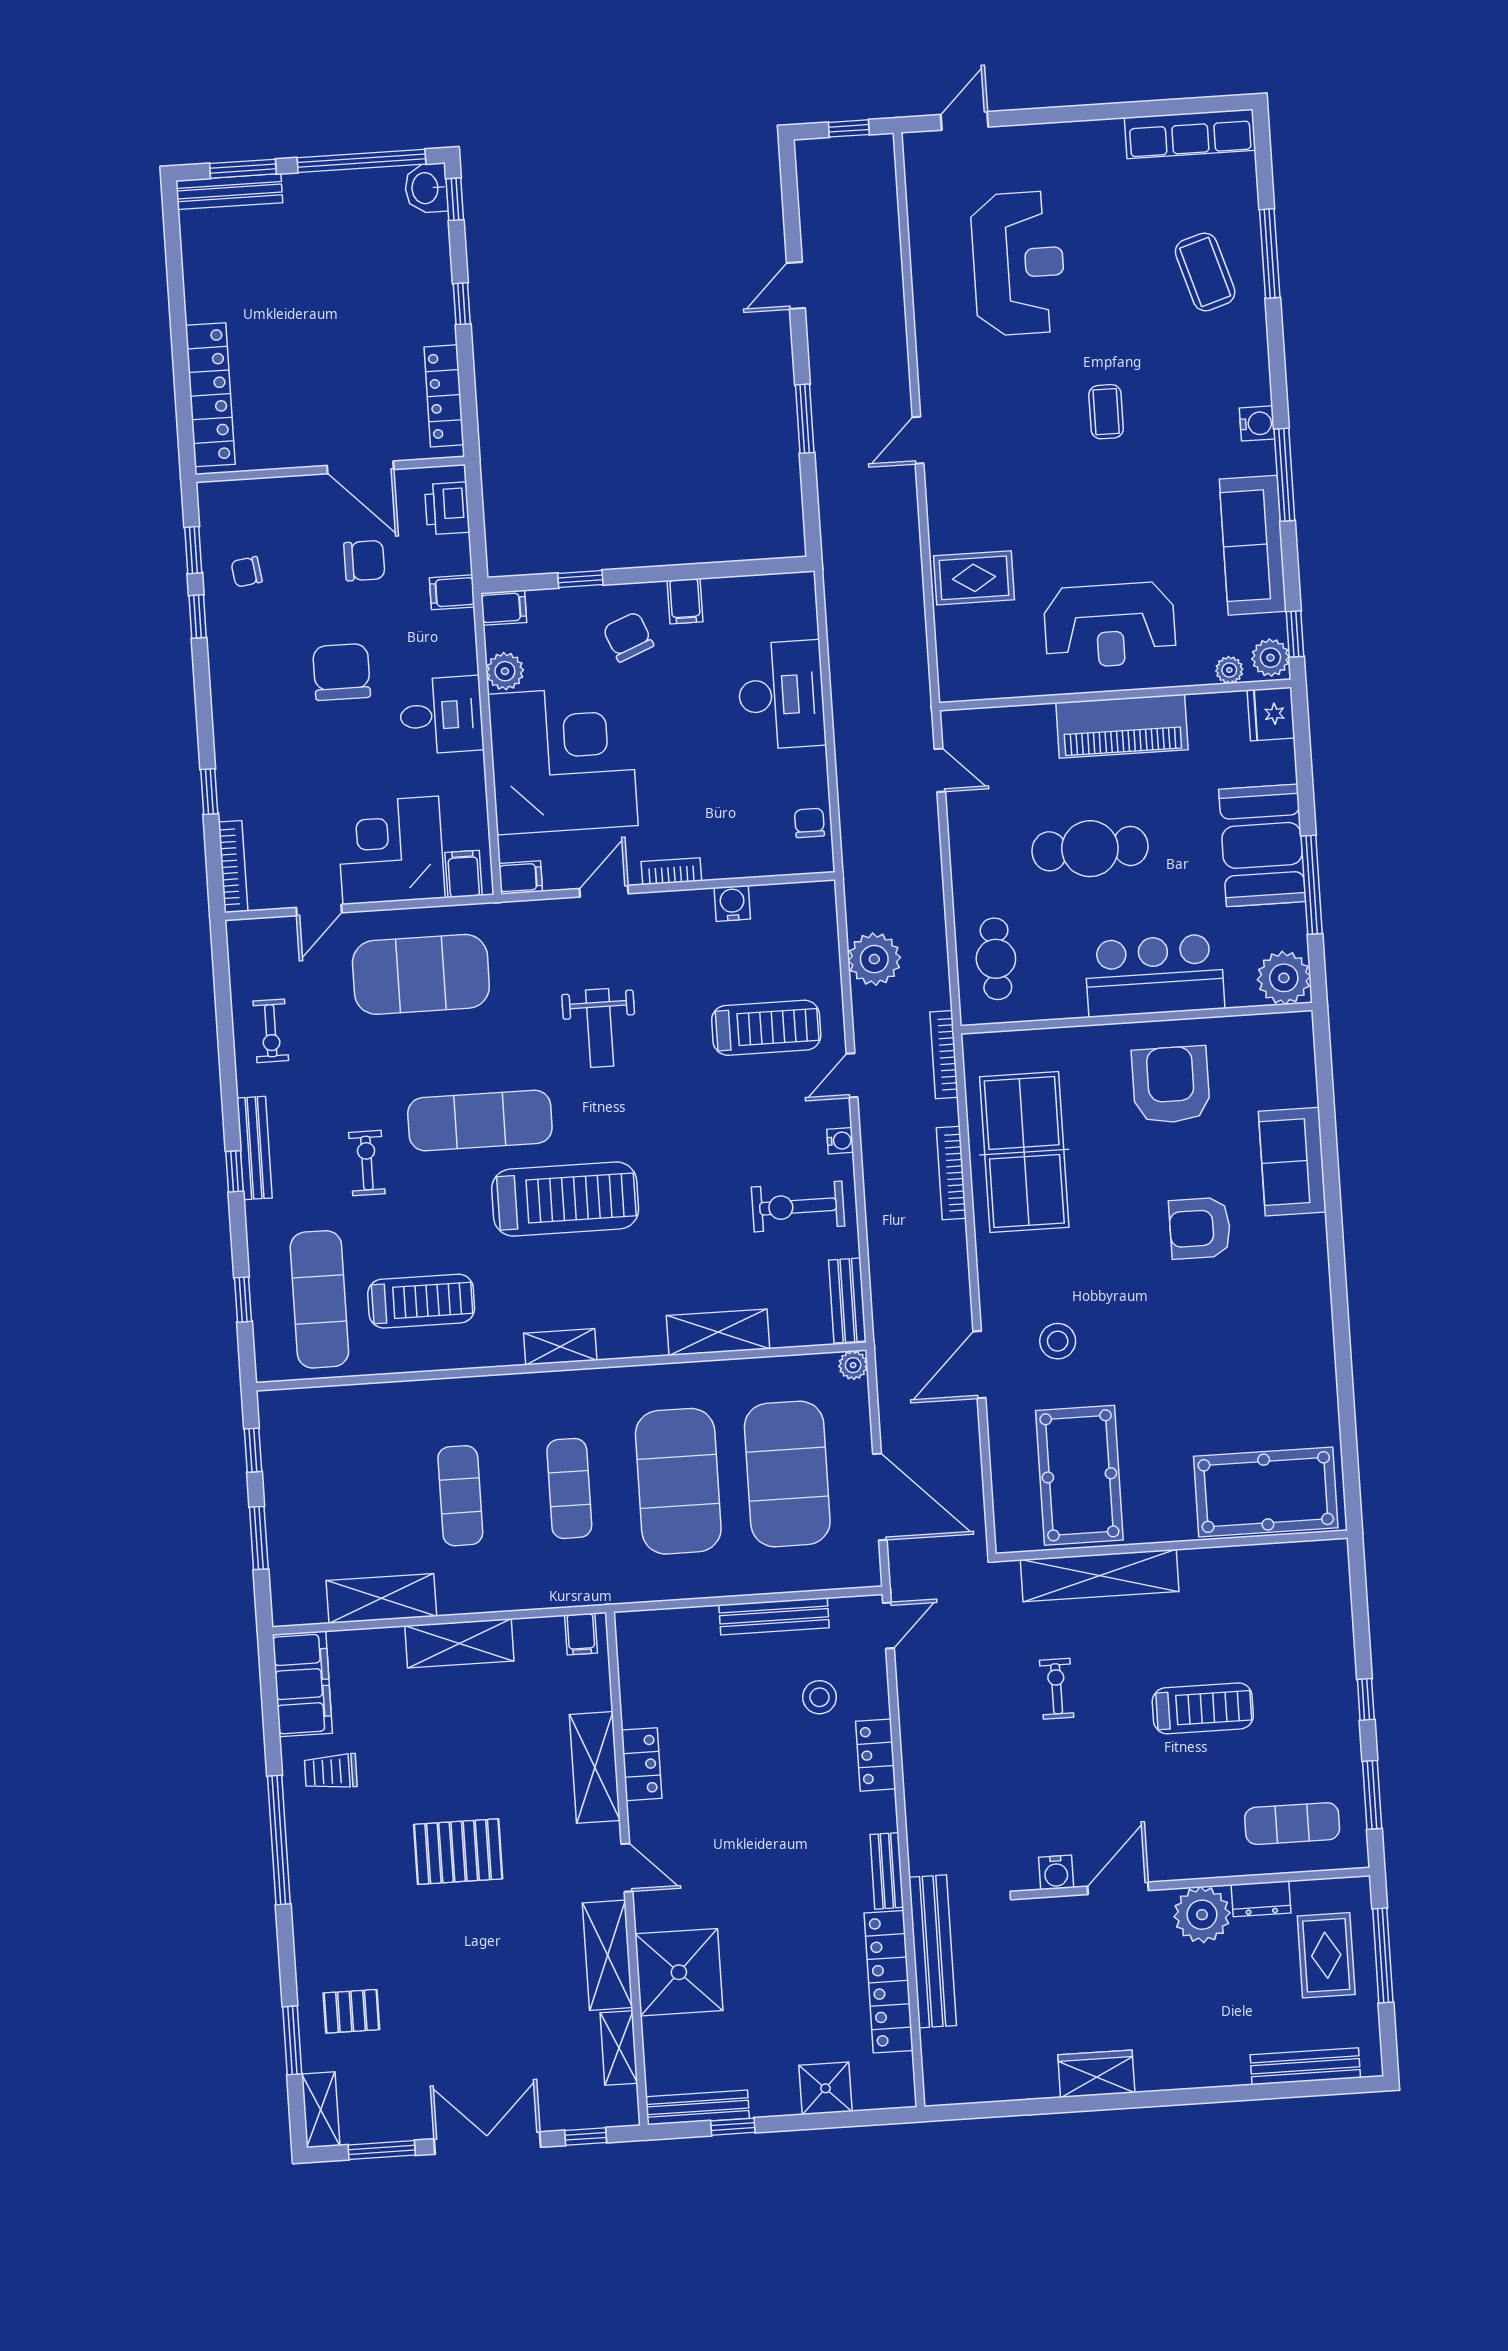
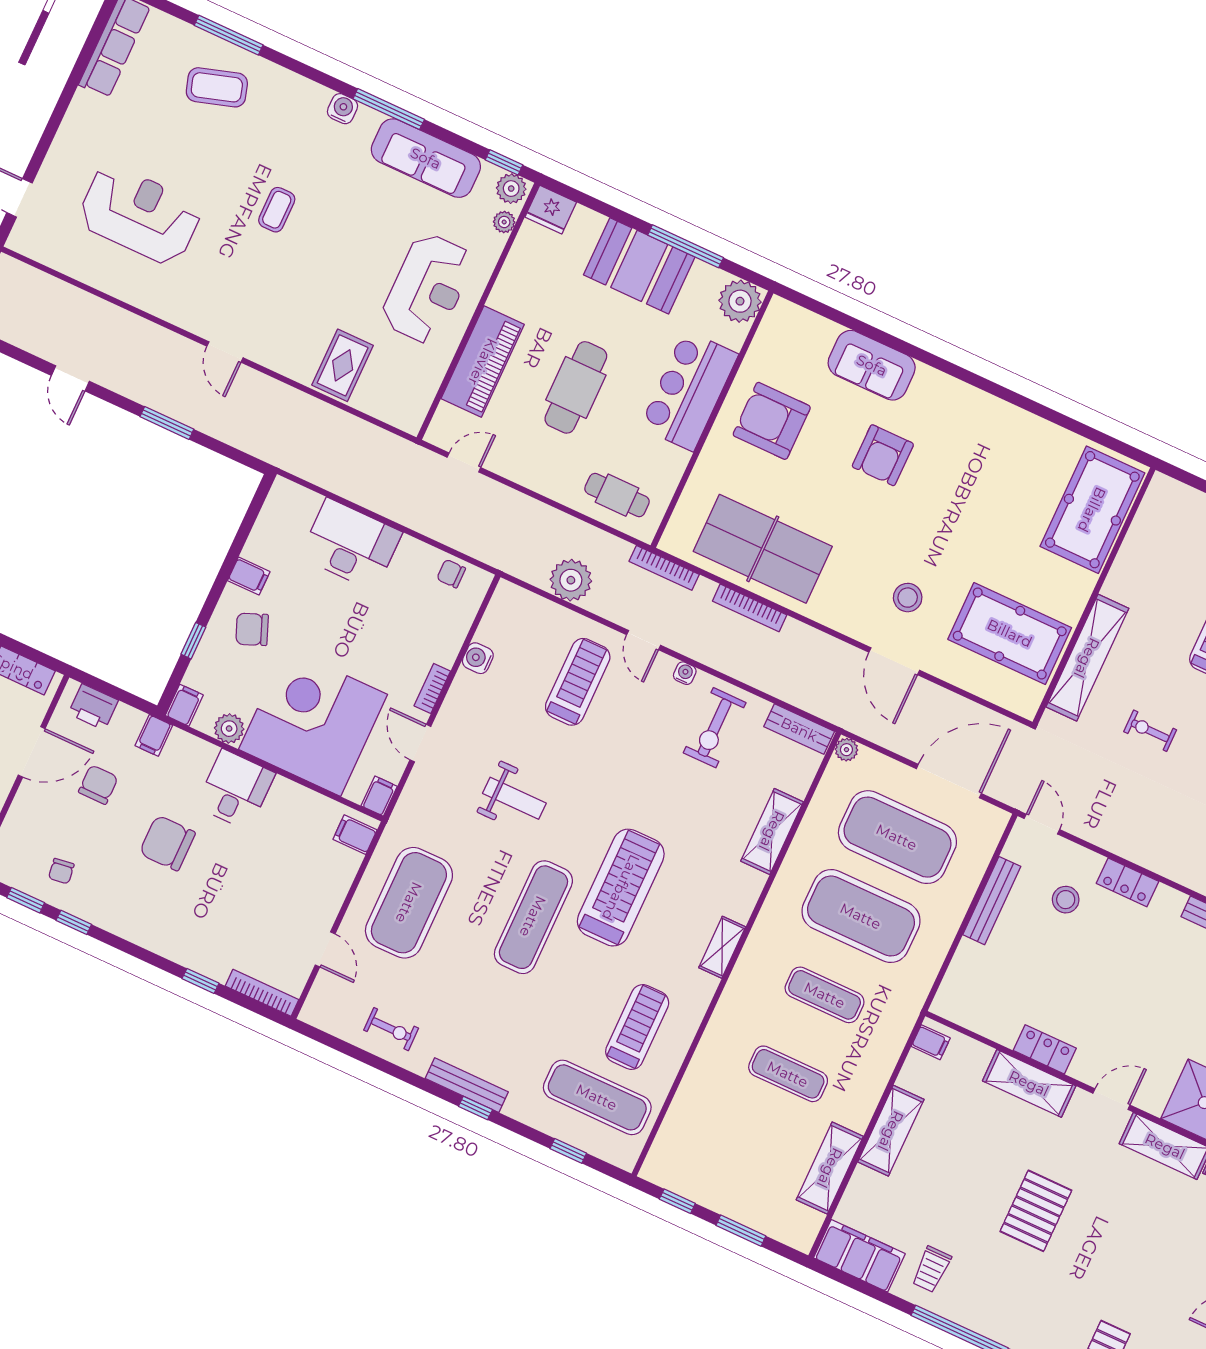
coffee table: (1106, 412) -> (277, 210), turned 90
piano: (1122, 726) -> (483, 362), moved
corner desk: (391, 850) -> (311, 877), removed
exercise bike: (367, 1163) -> (520, 1012), removed

